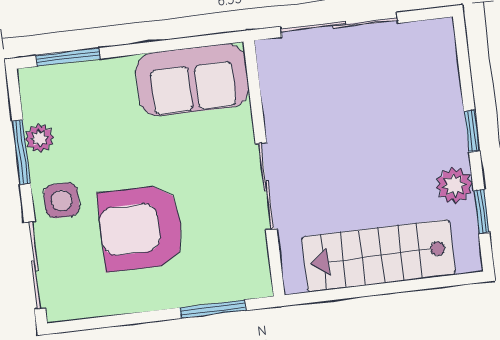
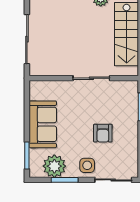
sofa: (192, 80) -> (43, 124), moved
plant: (39, 138) -> (54, 166), width x1.87, depth x1.87
armchair: (141, 228) -> (103, 133), width x0.53, depth x0.53

